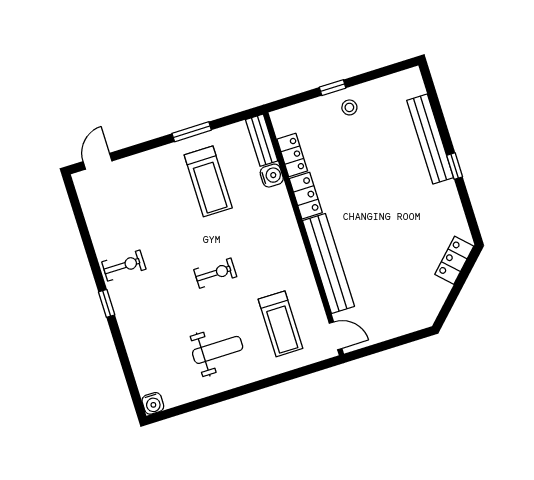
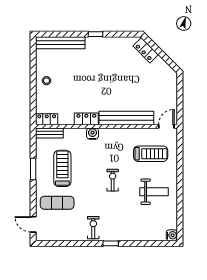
window: (333, 88) -> (33, 86), removed
bench: (430, 139) -> (60, 43), moved
locker: (292, 155) -> (47, 119), moved
water cooler: (272, 176) -> (93, 134), moved
treadmill: (208, 181) -> (62, 168), turned -90
exercise mat: (147, 191) -> (57, 203), added
weight bench: (218, 350) -> (154, 192), turned 90

